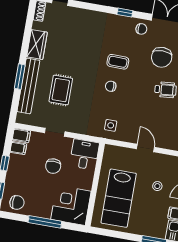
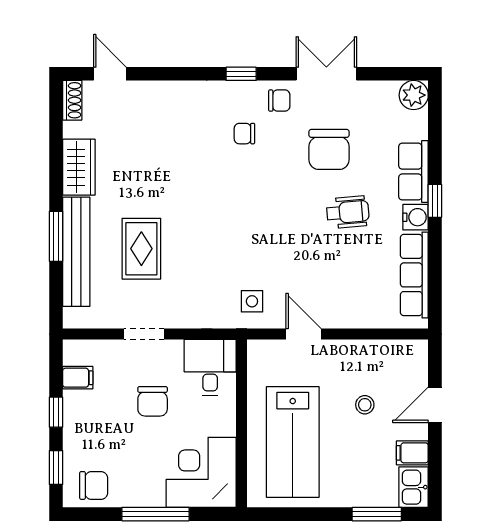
coffee table: (118, 62) -> (244, 173), removed
chair: (111, 86) -> (244, 134), moved
filing cabinet: (21, 135) -> (79, 352), removed
door: (145, 148) -> (303, 334), moved

